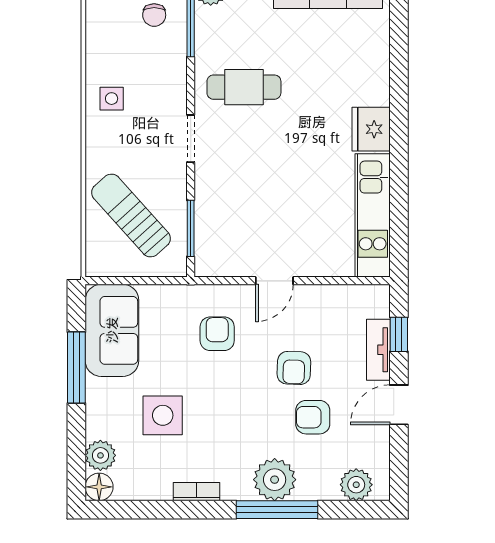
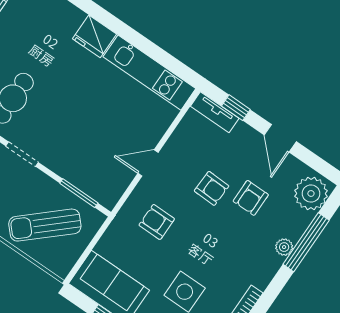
door: (274, 281) -> (148, 163), swing flipped
tv unit: (378, 350) -> (215, 112), moved
plant: (275, 480) -> (284, 247), width x0.53, depth x0.53
plant: (356, 485) -> (311, 194), width x1.36, depth x1.36
window: (277, 510) -> (306, 242), moved

